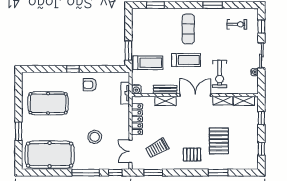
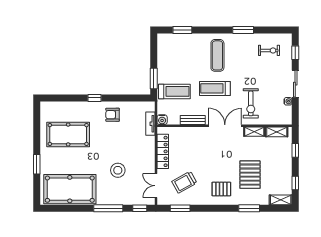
treadmill: (186, 60) -> (215, 88), turned 180
shelving: (165, 101) -> (281, 200), moved

